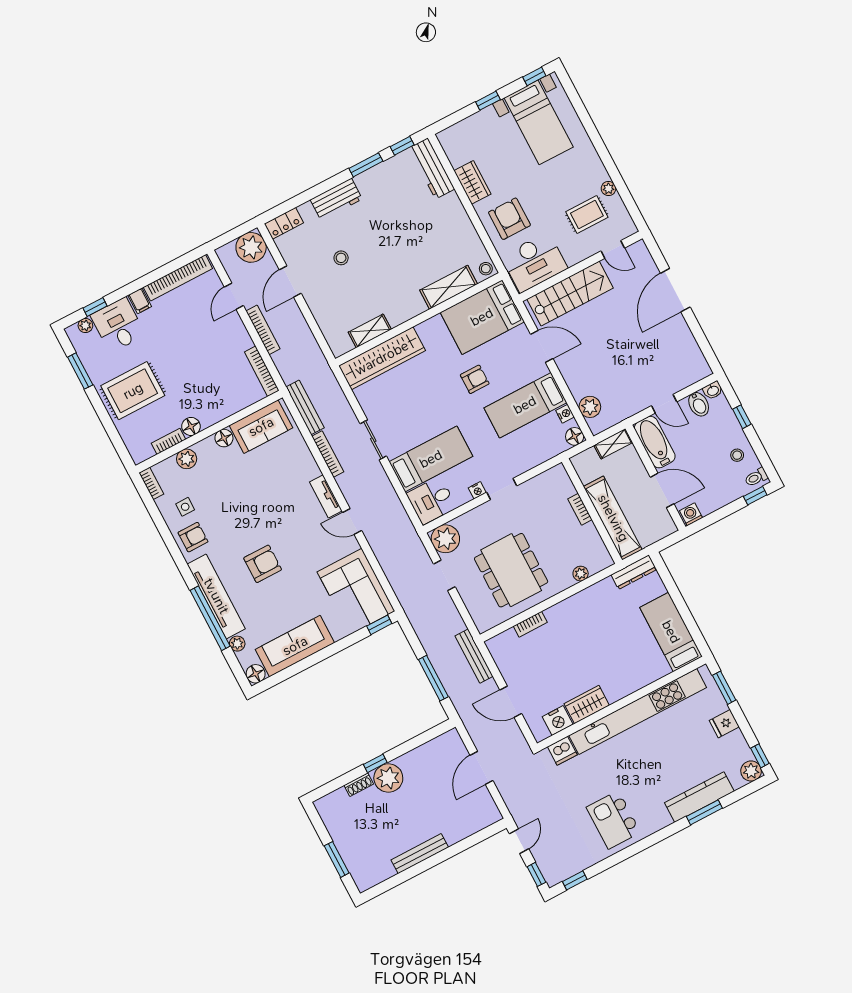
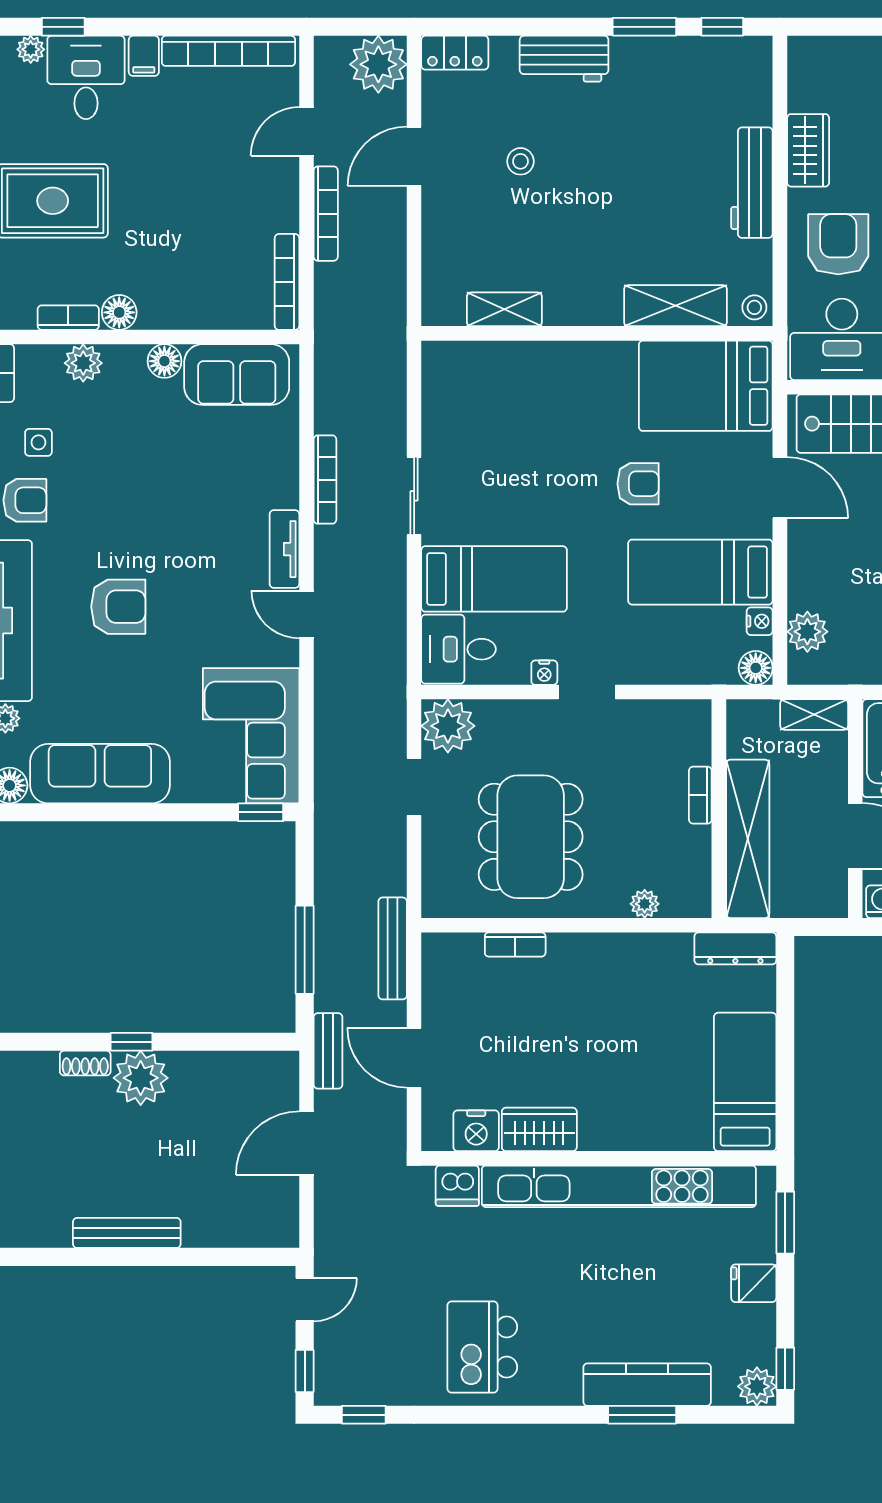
workbench: (432, 168) -> (752, 183), moved
wardrobe: (382, 358) -> (501, 366), removed
bench: (305, 407) -> (328, 1051), moved, width x0.73

